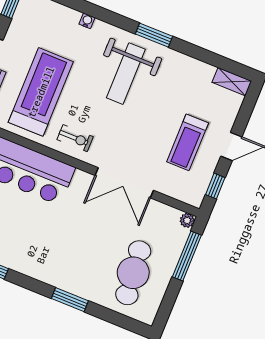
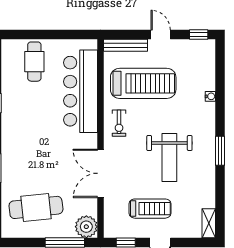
weight bench: (126, 74) -> (169, 157), moved, turned -90
treadmill: (188, 142) -> (150, 209), turned 180
plant: (187, 220) -> (86, 227), width x1.88, depth x1.88

